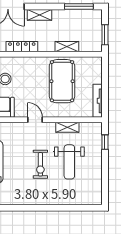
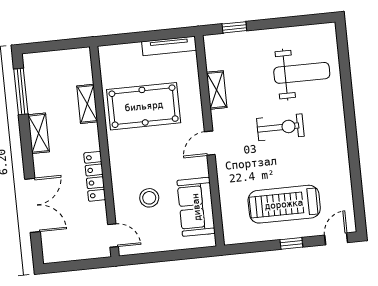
shelving: (40, 15) -> (39, 133), moved
window: (105, 35) -> (62, 45), removed
weight bench: (69, 162) -> (302, 73), moved

